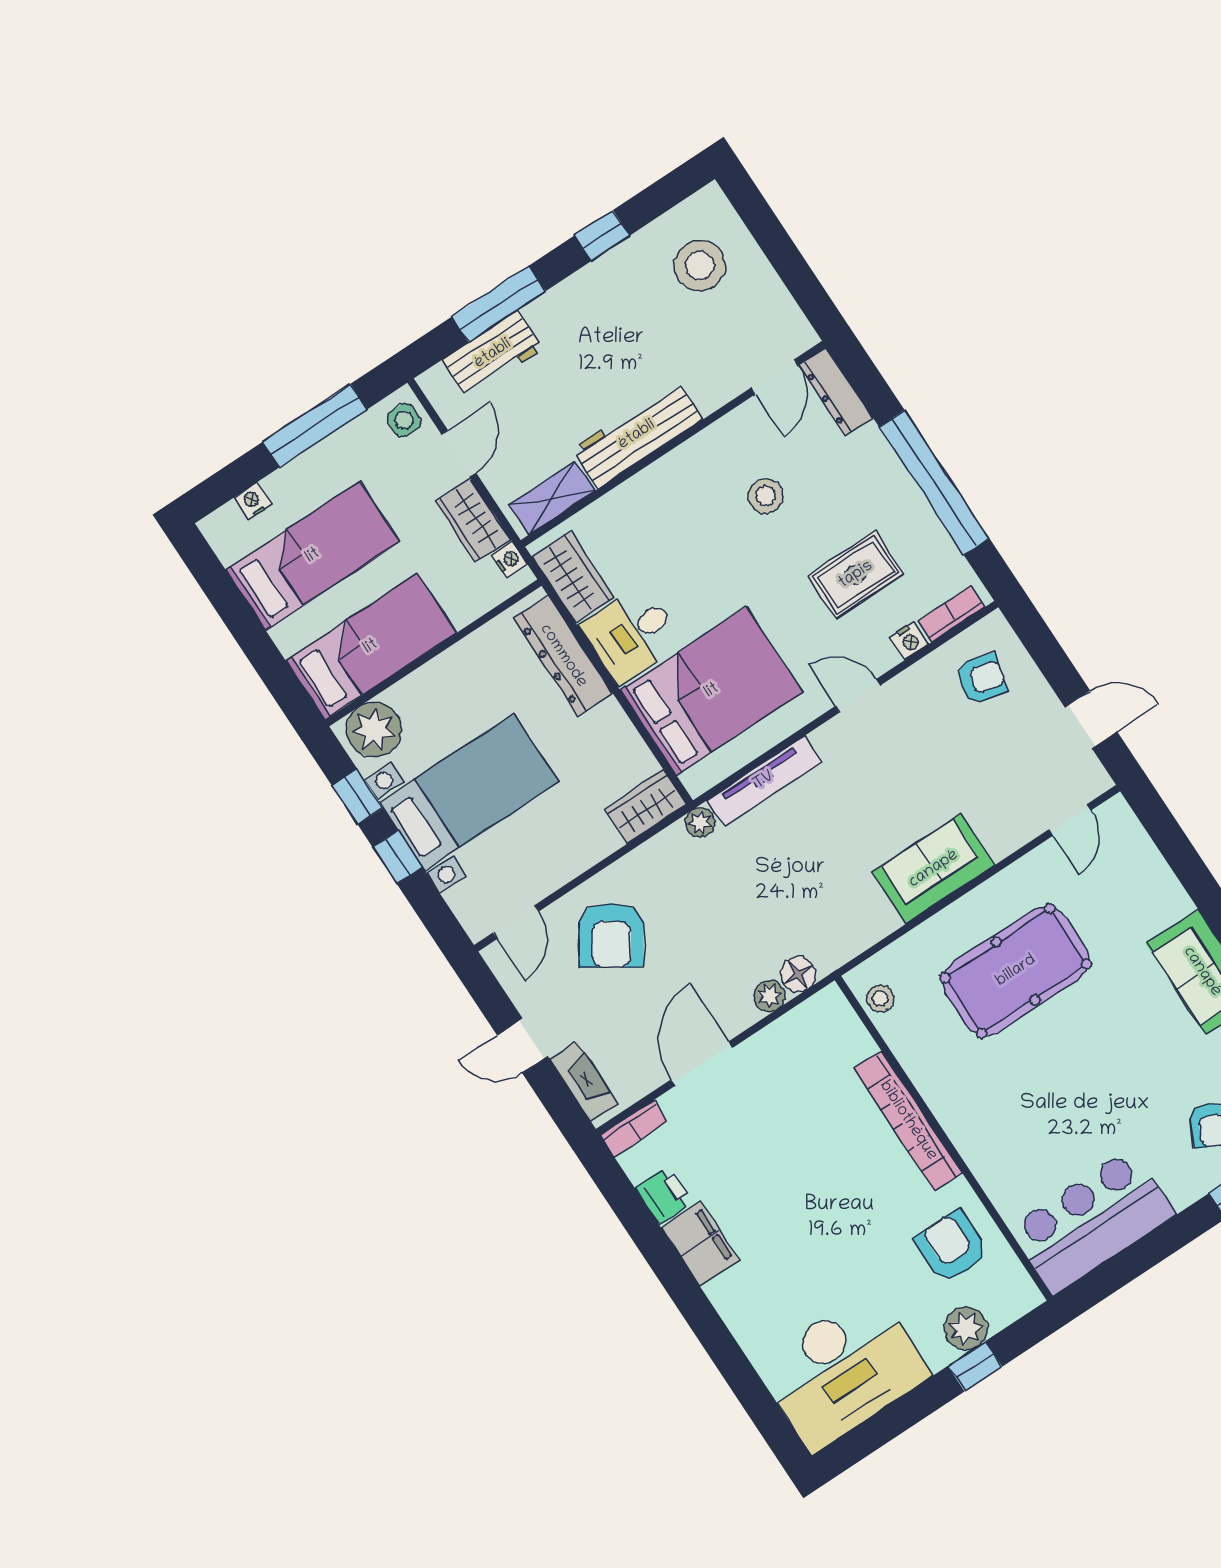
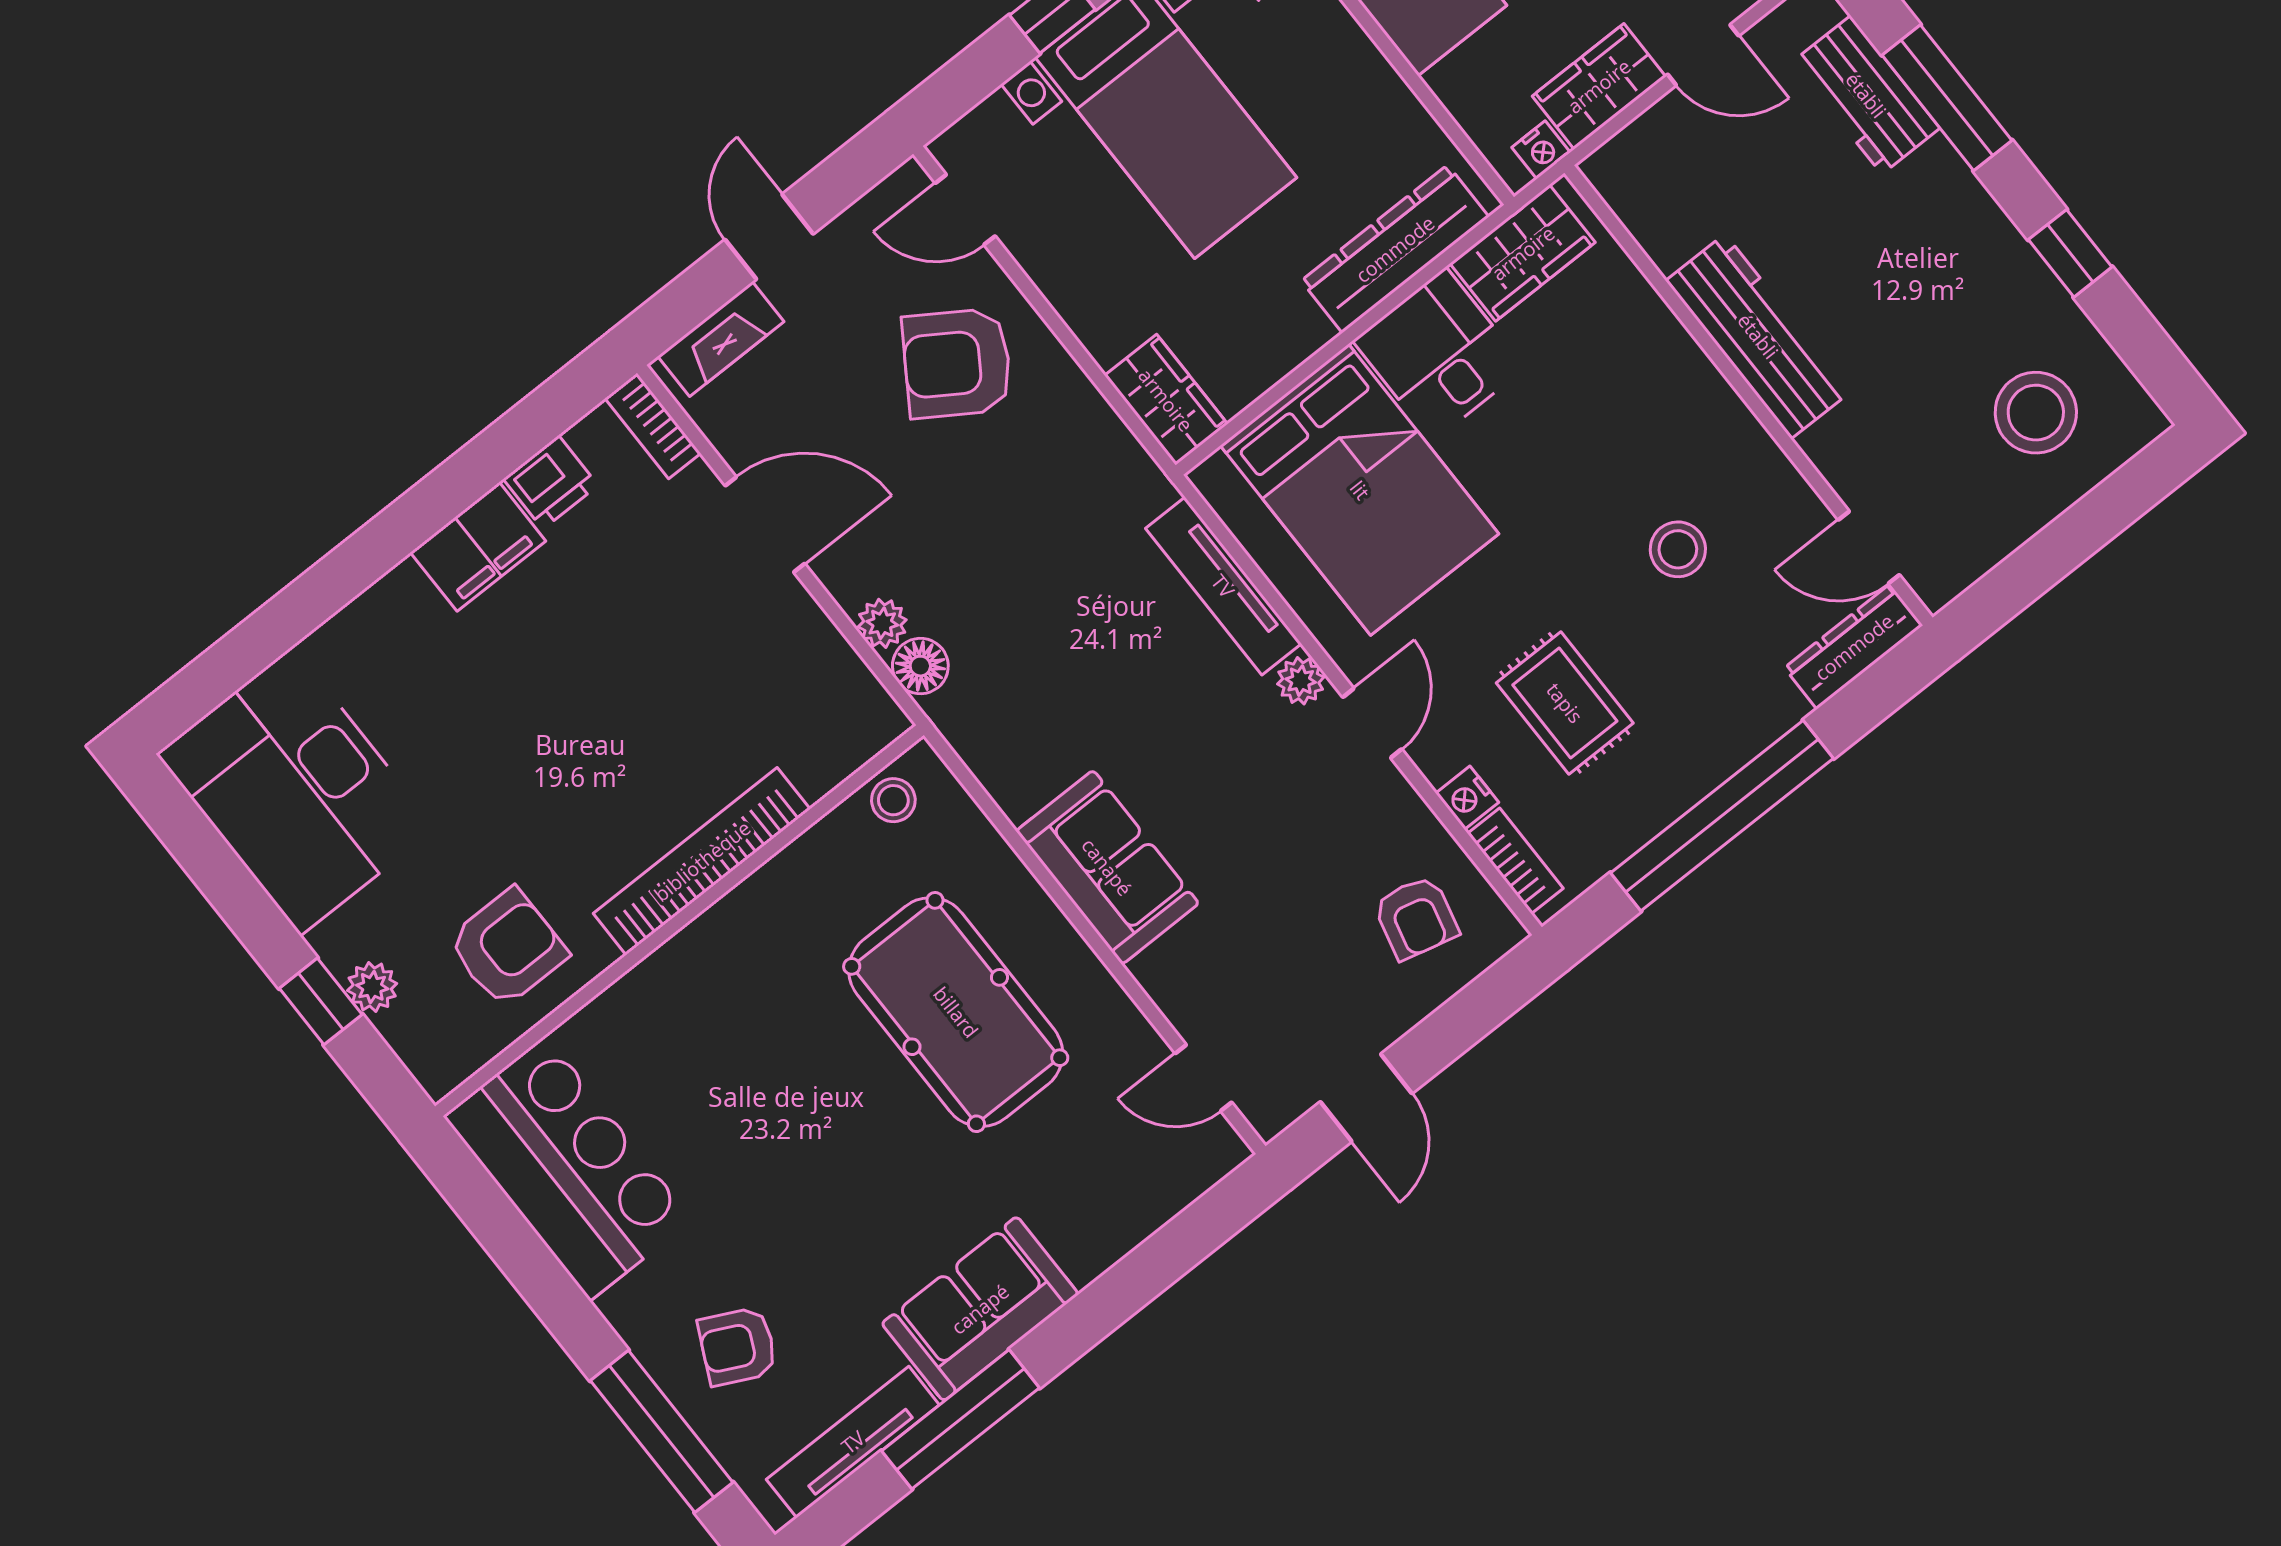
shelving: (552, 498) -> (1645, 209), removed
plant: (700, 822) -> (1301, 681), moved
plant: (966, 1328) -> (372, 987), width x0.73, depth x0.73

